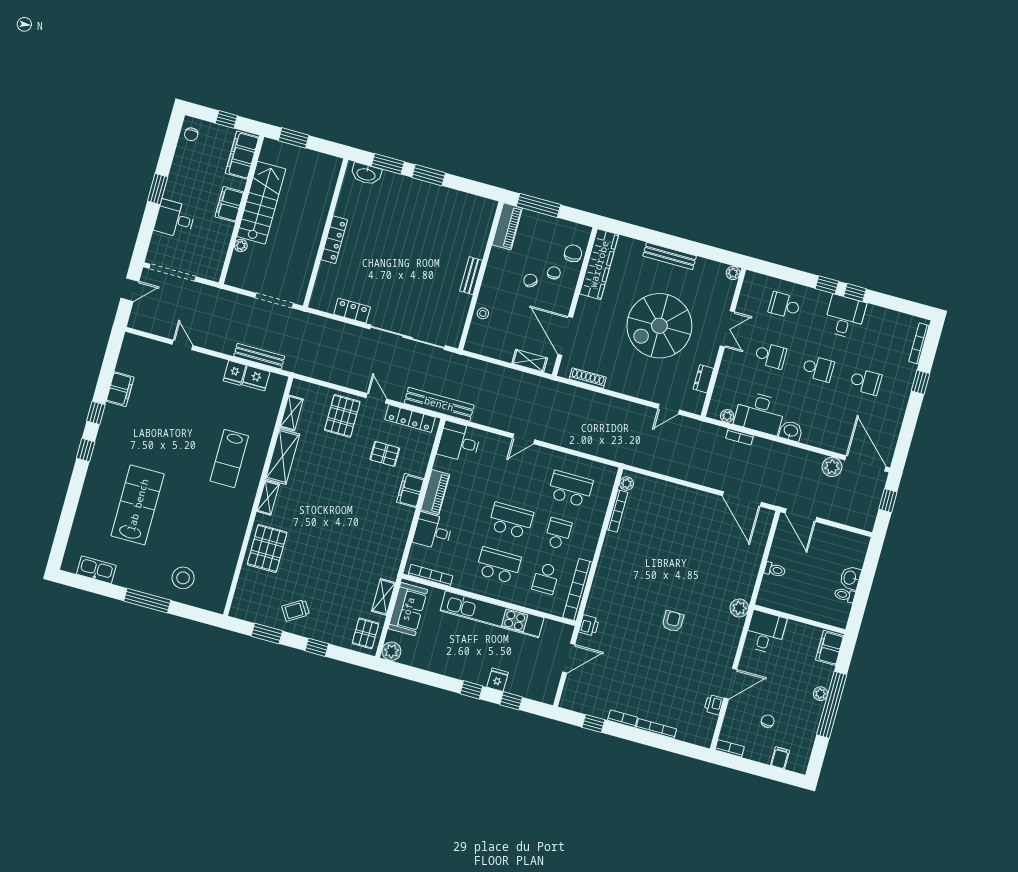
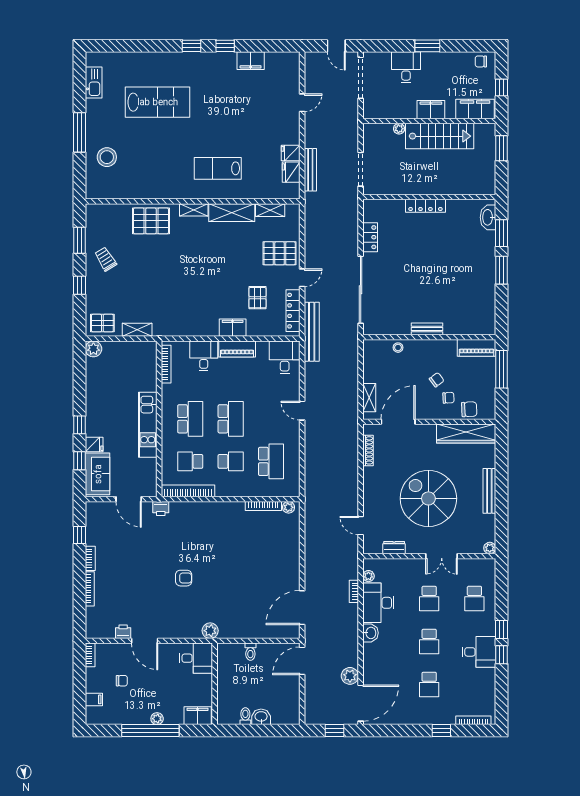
school desk: (784, 305) -> (474, 599), turned 180
sofa: (408, 609) -> (98, 474), moved, turned -90
kitchen unit: (492, 614) -> (148, 425), width x0.73

